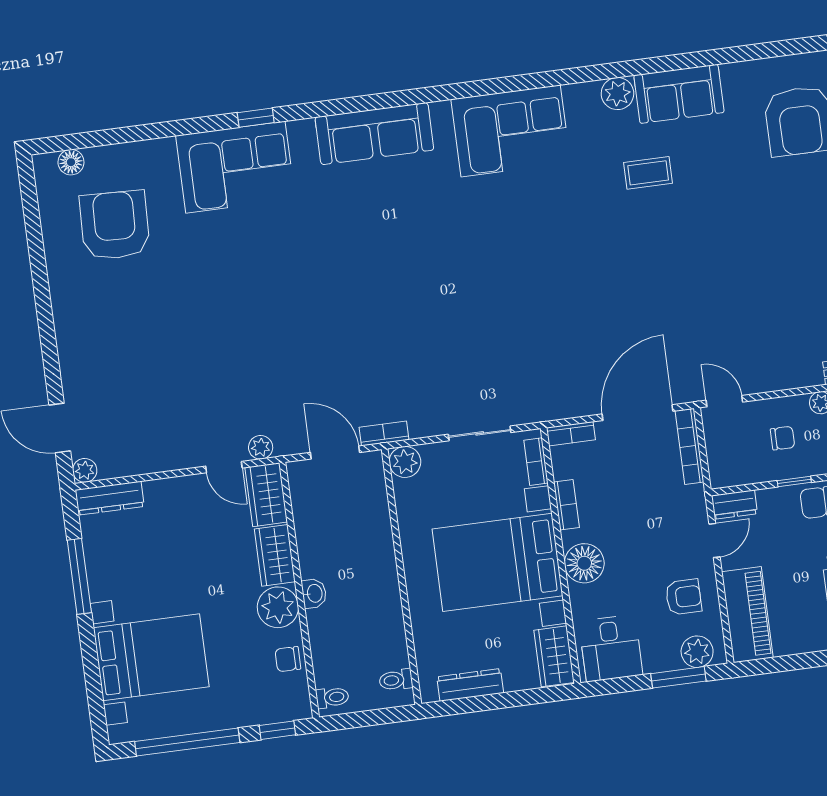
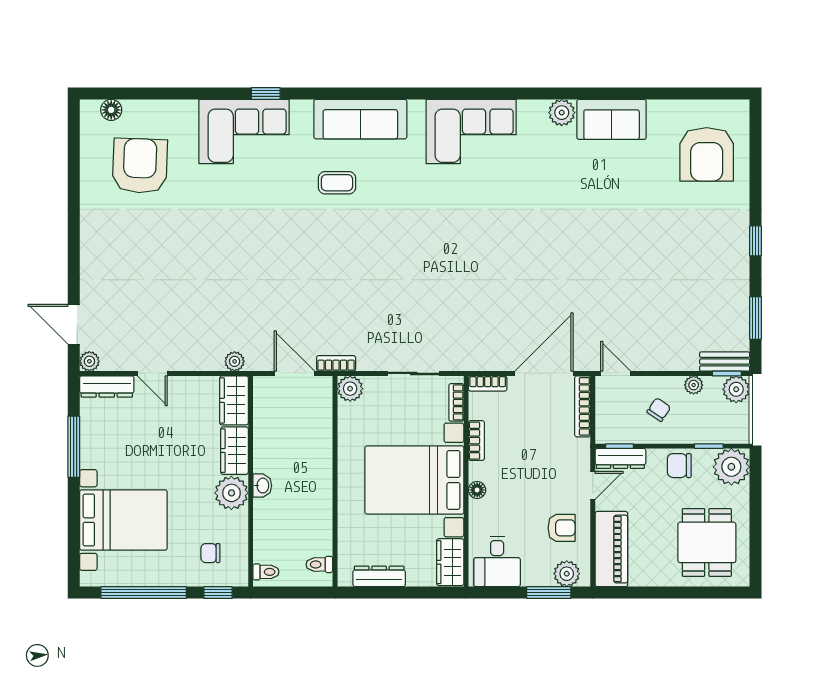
coffee table: (648, 173) -> (337, 183), moved
chair: (782, 438) -> (659, 410), turned -56
door: (224, 467) -> (152, 373), moved
window: (794, 482) -> (619, 446), moved
dresser: (734, 505) -> (620, 458), width x1.44
floor lamp: (584, 563) -> (477, 490), width x0.53, depth x0.53
chair: (288, 659) -> (210, 553), moved

